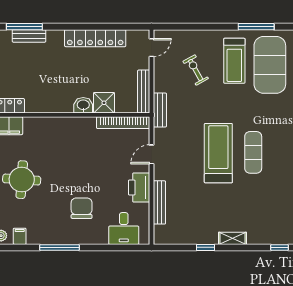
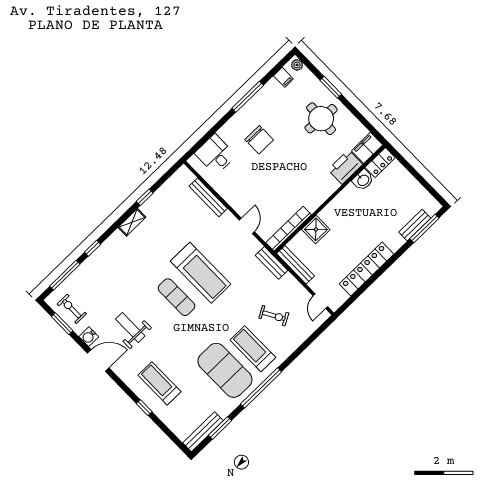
window: (256, 27) -> (261, 388), width x1.46
washbasin: (83, 105) -> (363, 180), moved
printer: (139, 188) -> (345, 167), moved, turned -90

